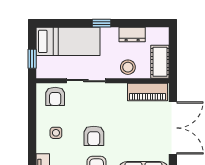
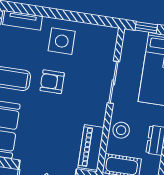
armchair: (55, 96) -> (101, 46), removed
side table: (56, 133) -> (62, 41), width x1.87, depth x1.87

